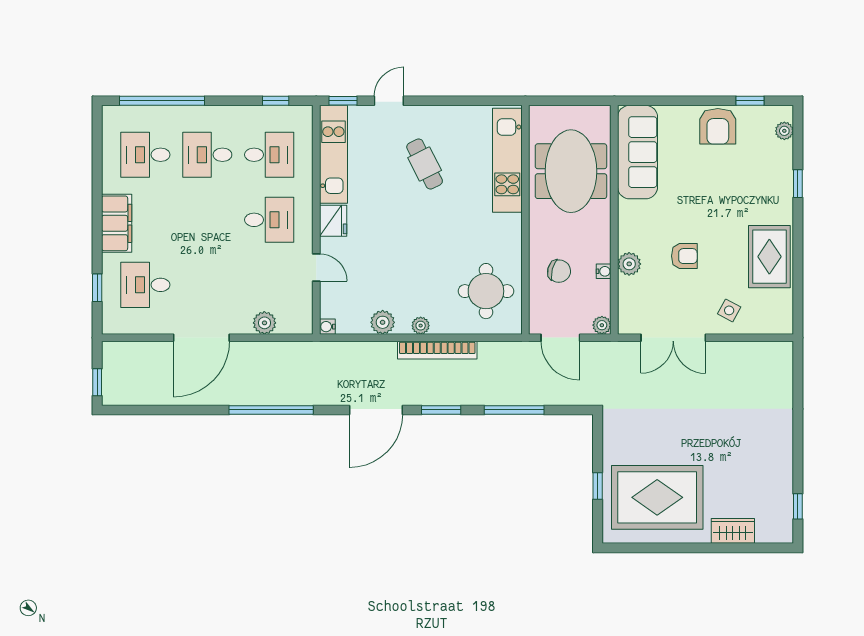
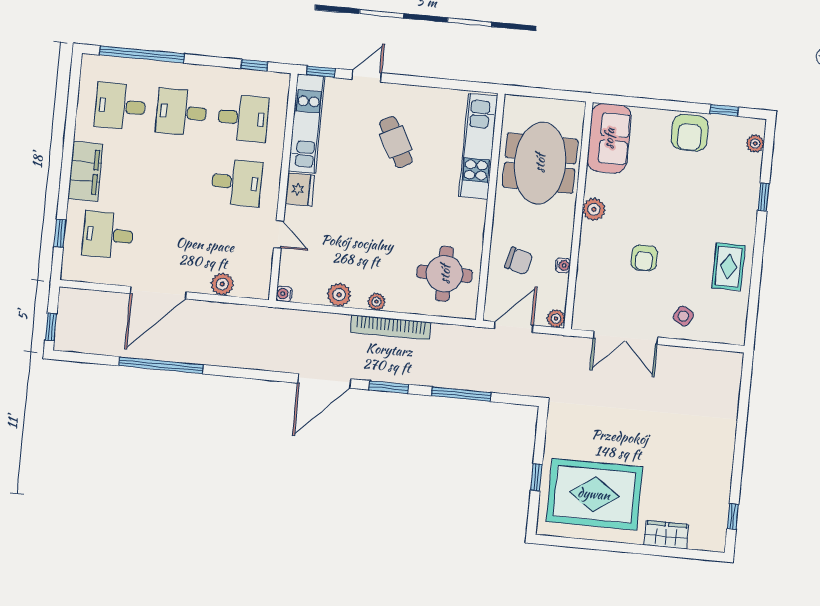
sofa: (638, 152) -> (609, 138), width x0.73
armchair: (684, 256) -> (644, 258), turned 90
rug: (769, 257) -> (728, 267), width x0.73, depth x0.70
plant: (629, 264) -> (594, 209), moved
door: (560, 338) -> (514, 327), swing flipped
window: (271, 410) -> (161, 365), moved

